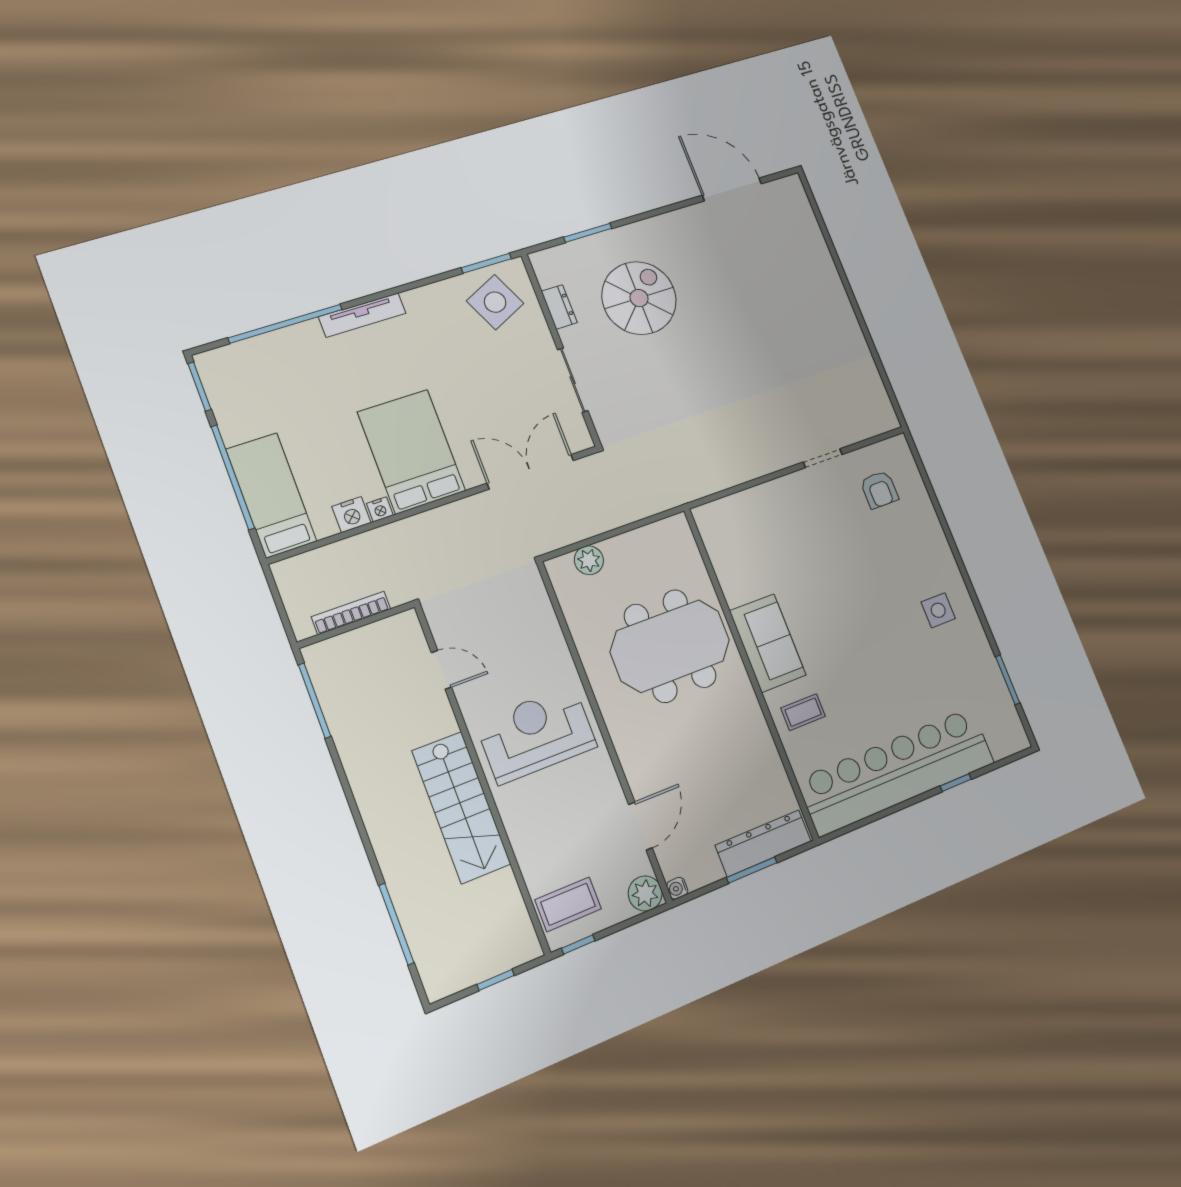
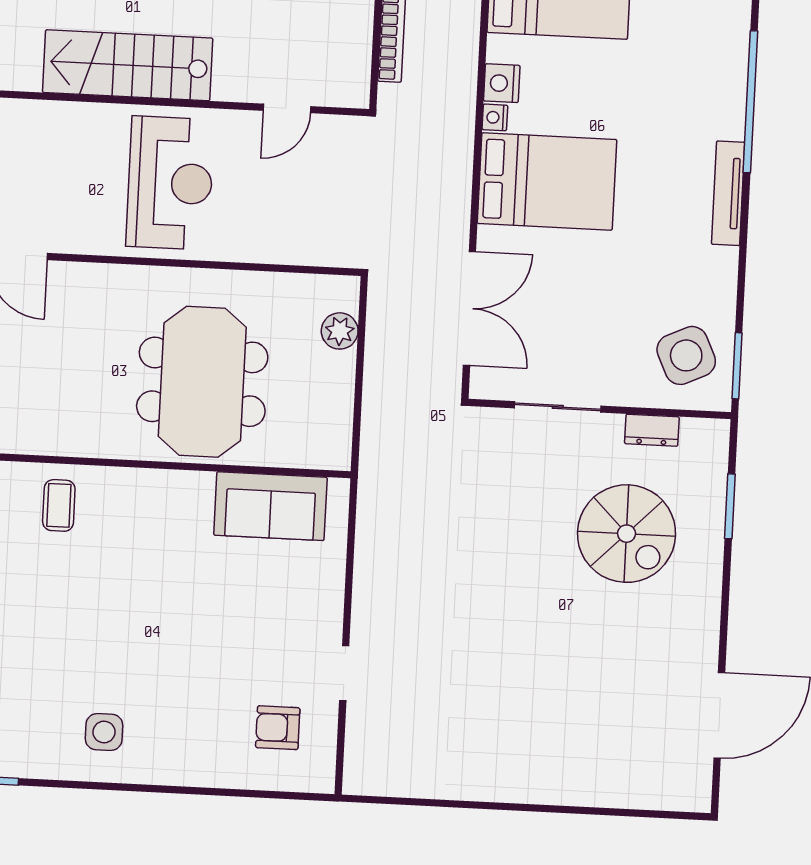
sofa: (768, 643) -> (270, 506), moved

